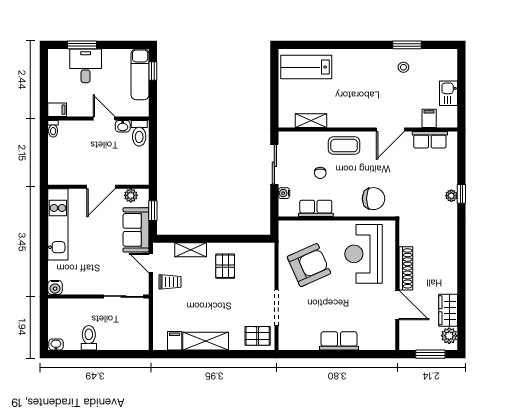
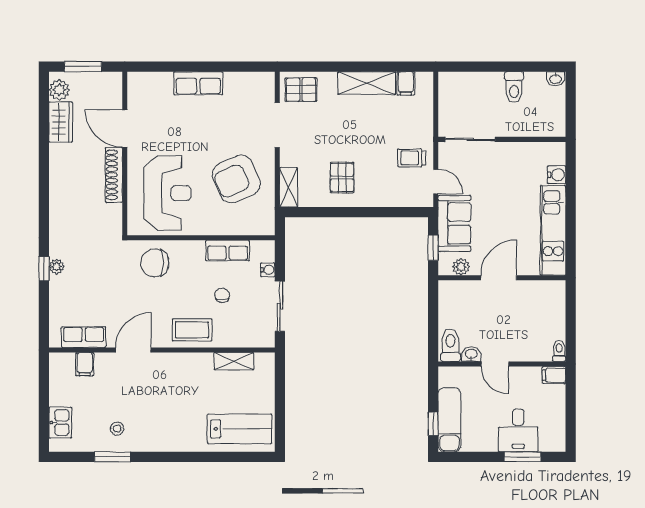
kitchen sink: (448, 93) -> (60, 423), moved
shelving: (191, 250) -> (289, 187), moved, turned 90
water cooler: (55, 287) -> (557, 175), moved, turned 90

